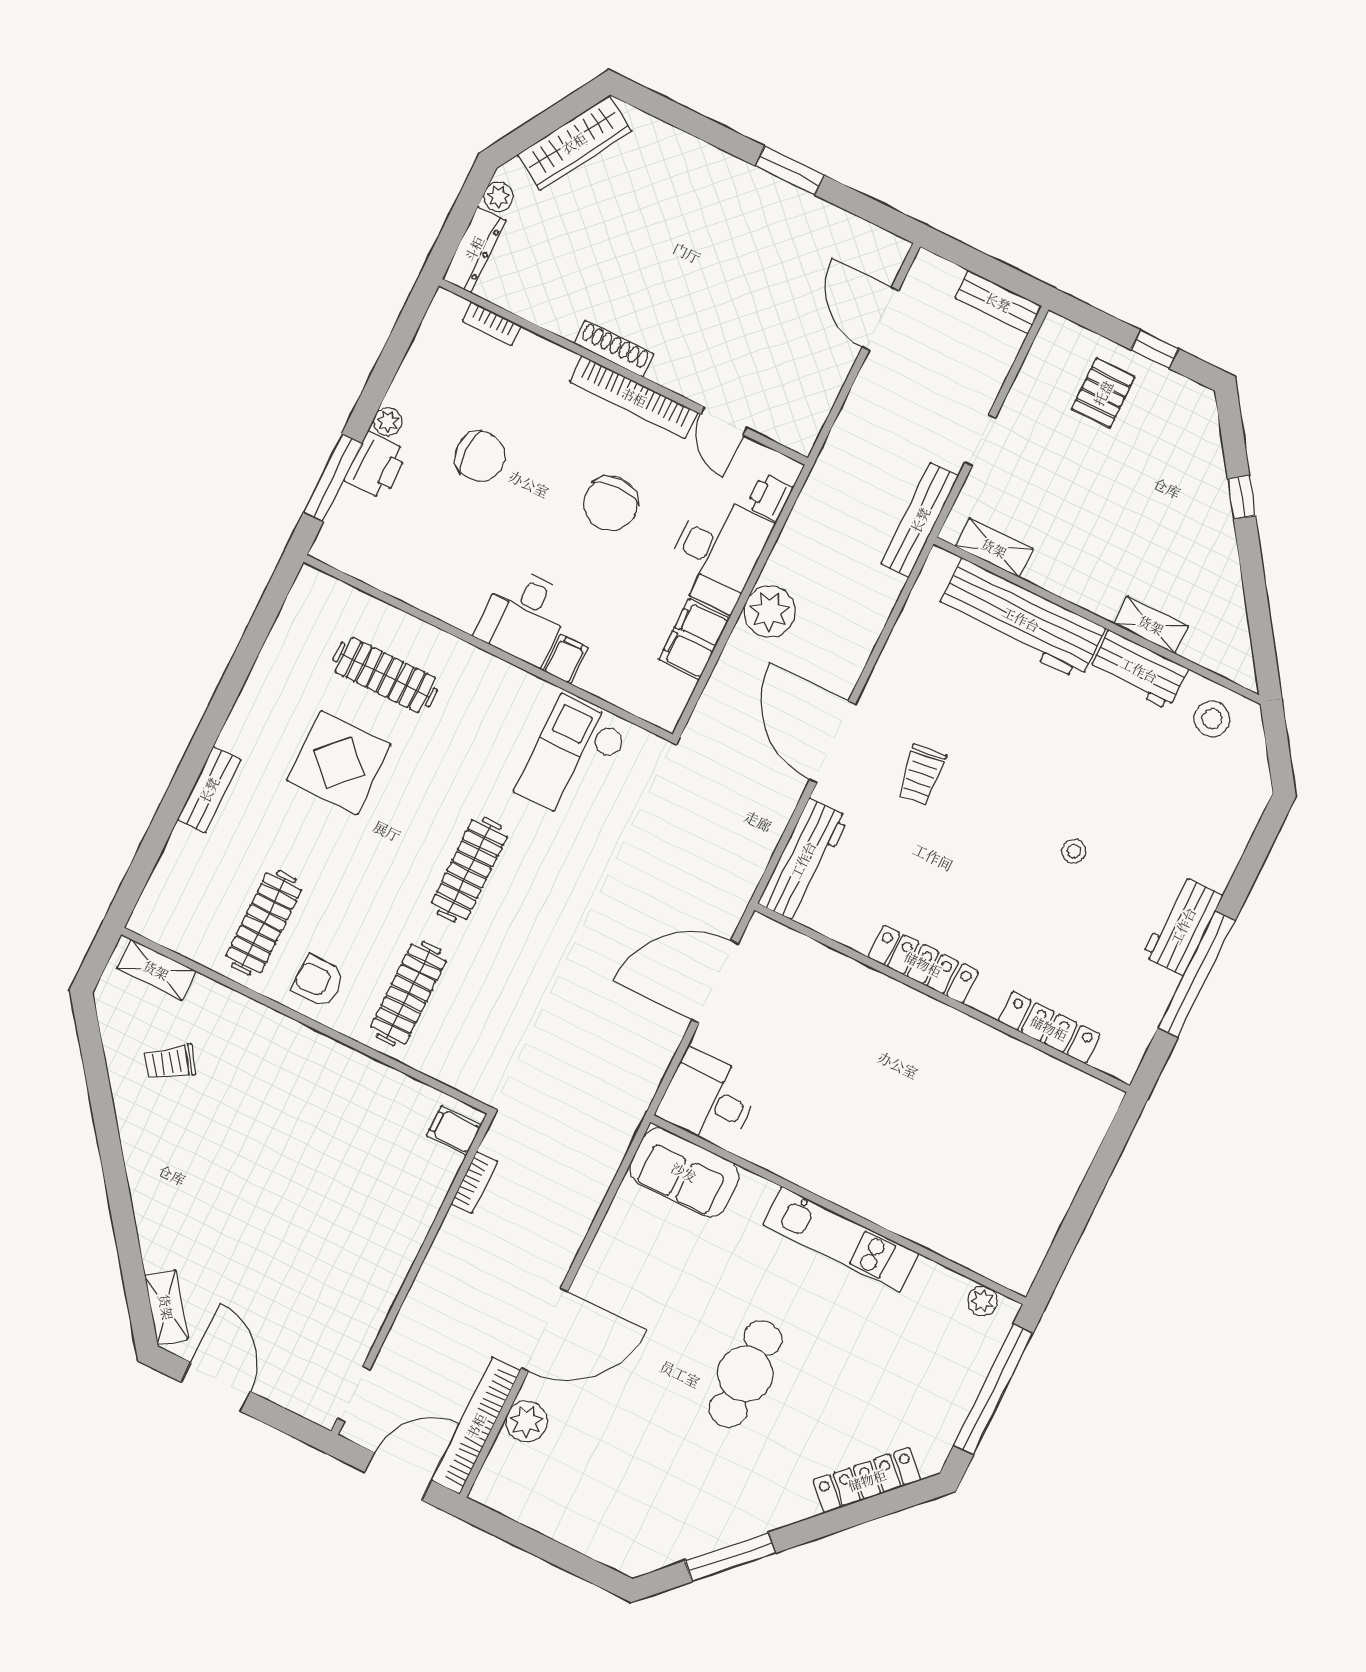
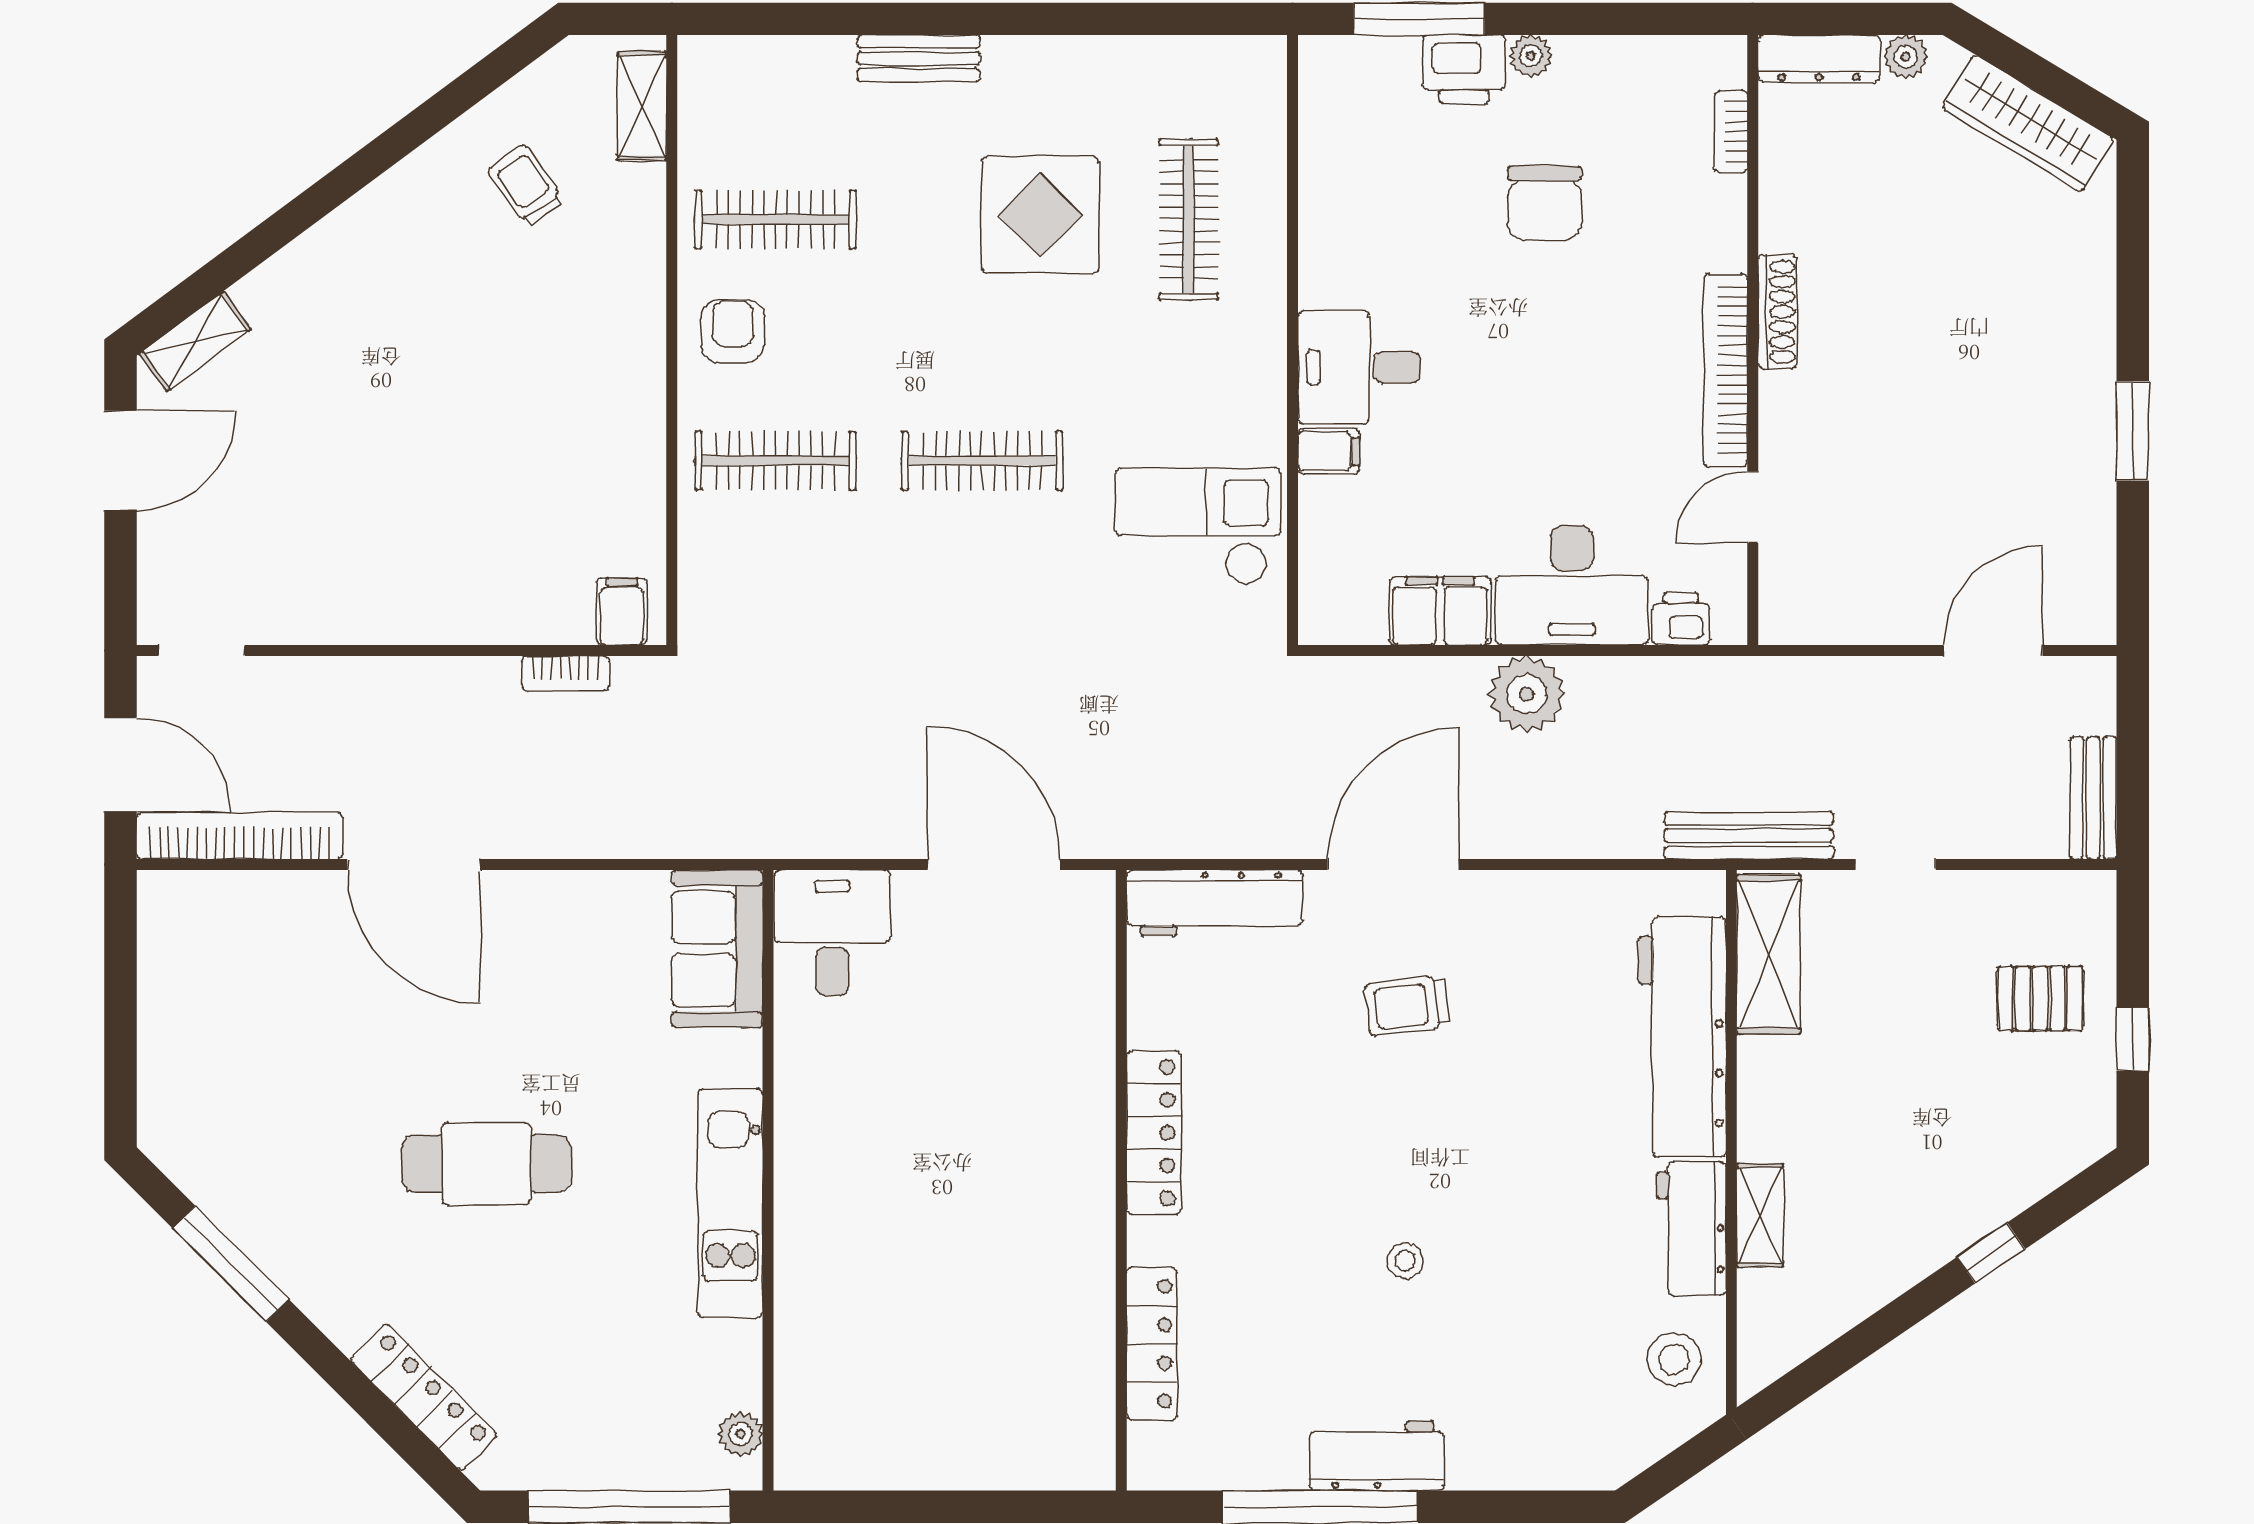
chair: (611, 503) -> (1568, 410), removed
shelving: (994, 548) -> (1769, 954), width x1.50, depth x1.33
plant: (526, 1421) -> (278, 901), removed

